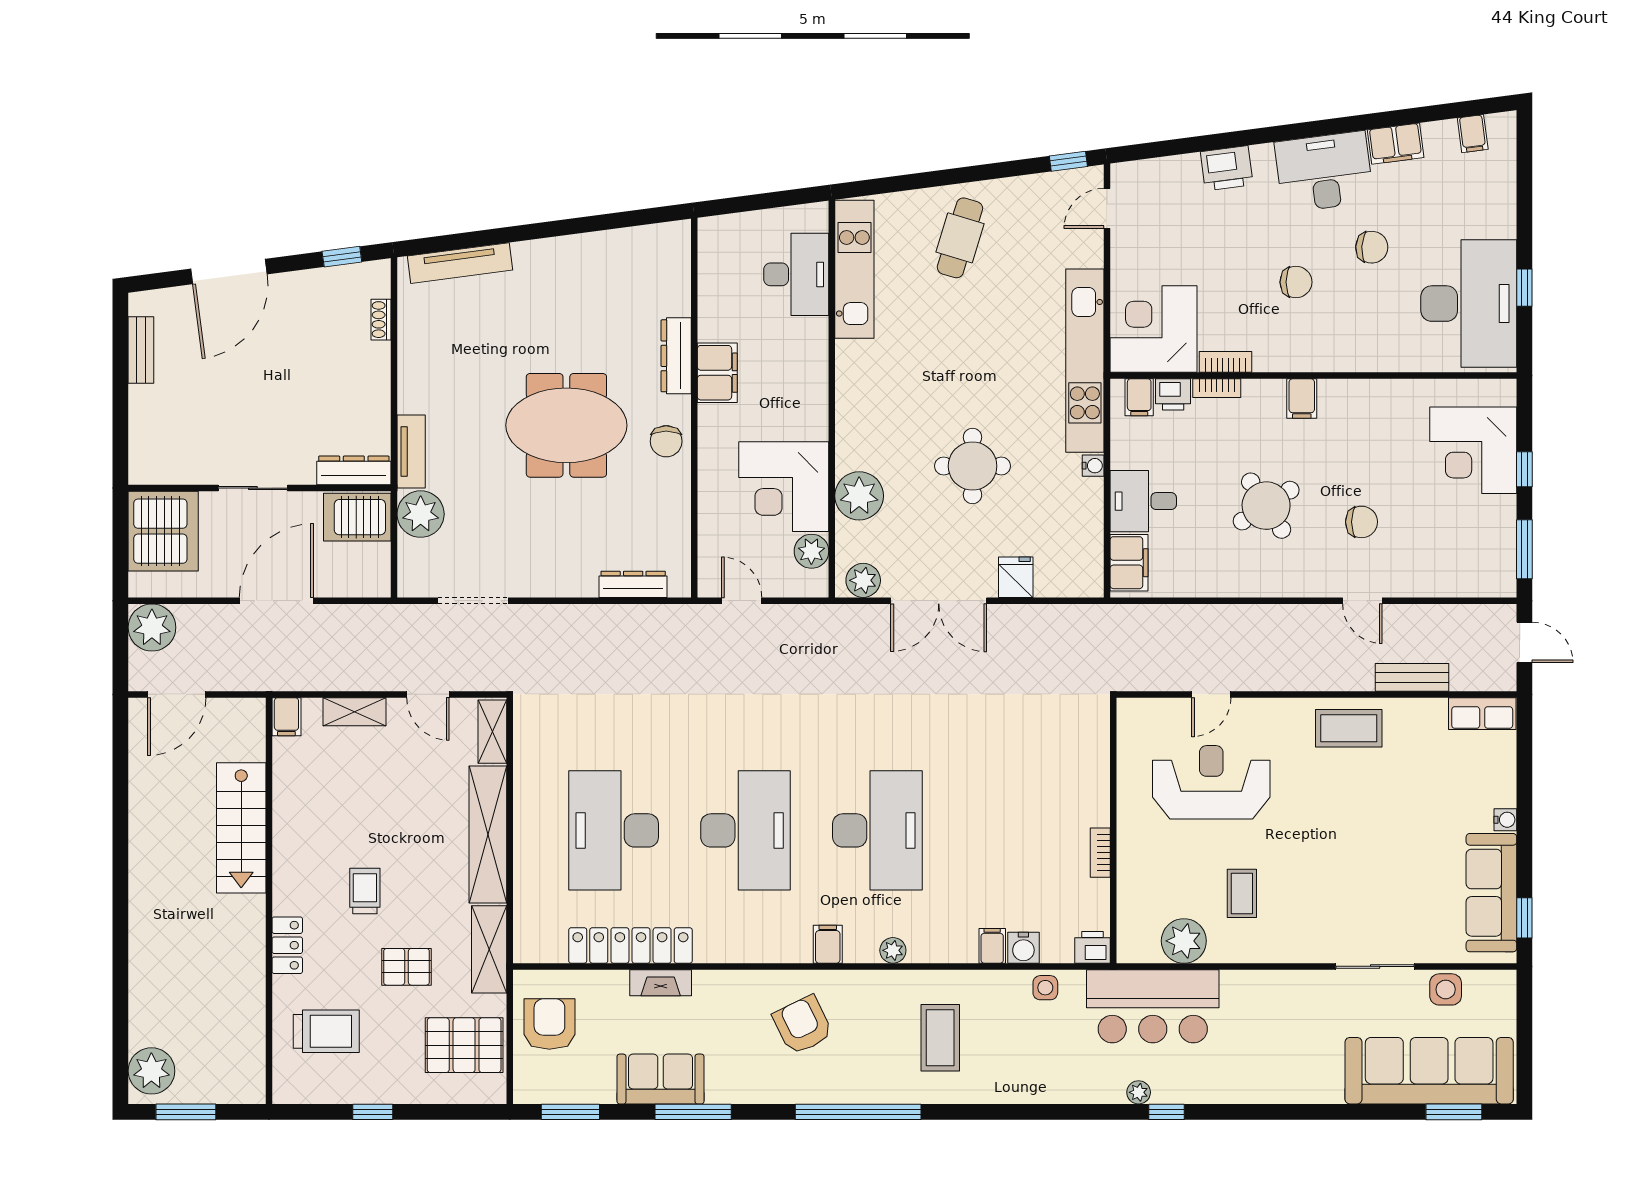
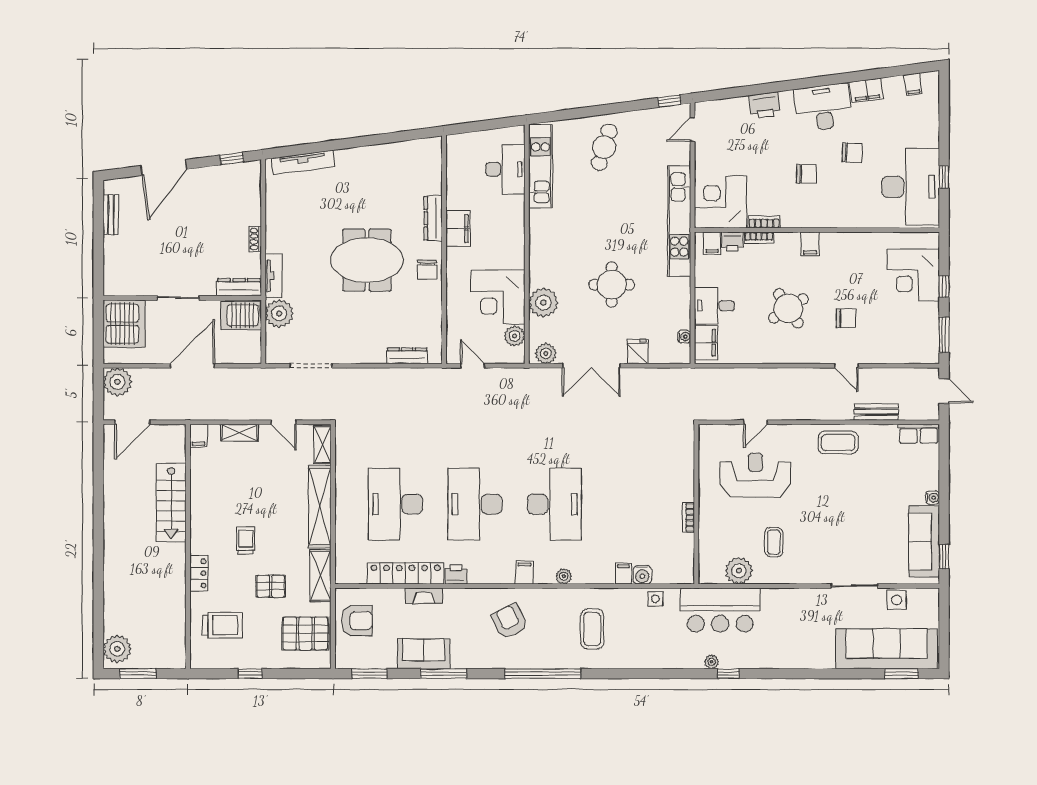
shoe rack: (381, 320) -> (255, 239), moved
water cooler: (1093, 466) -> (684, 337), moved
desk: (746, 830) -> (475, 504), turned 180
printer: (1092, 947) -> (456, 574), moved
armchair: (549, 1024) -> (357, 621), turned 90

